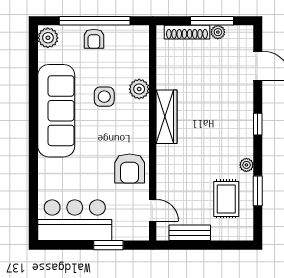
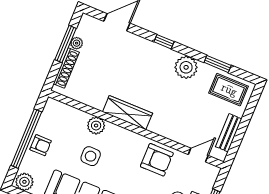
plant: (246, 165) -> (186, 67), width x1.88, depth x1.88
rug: (226, 199) -> (229, 90), moved

